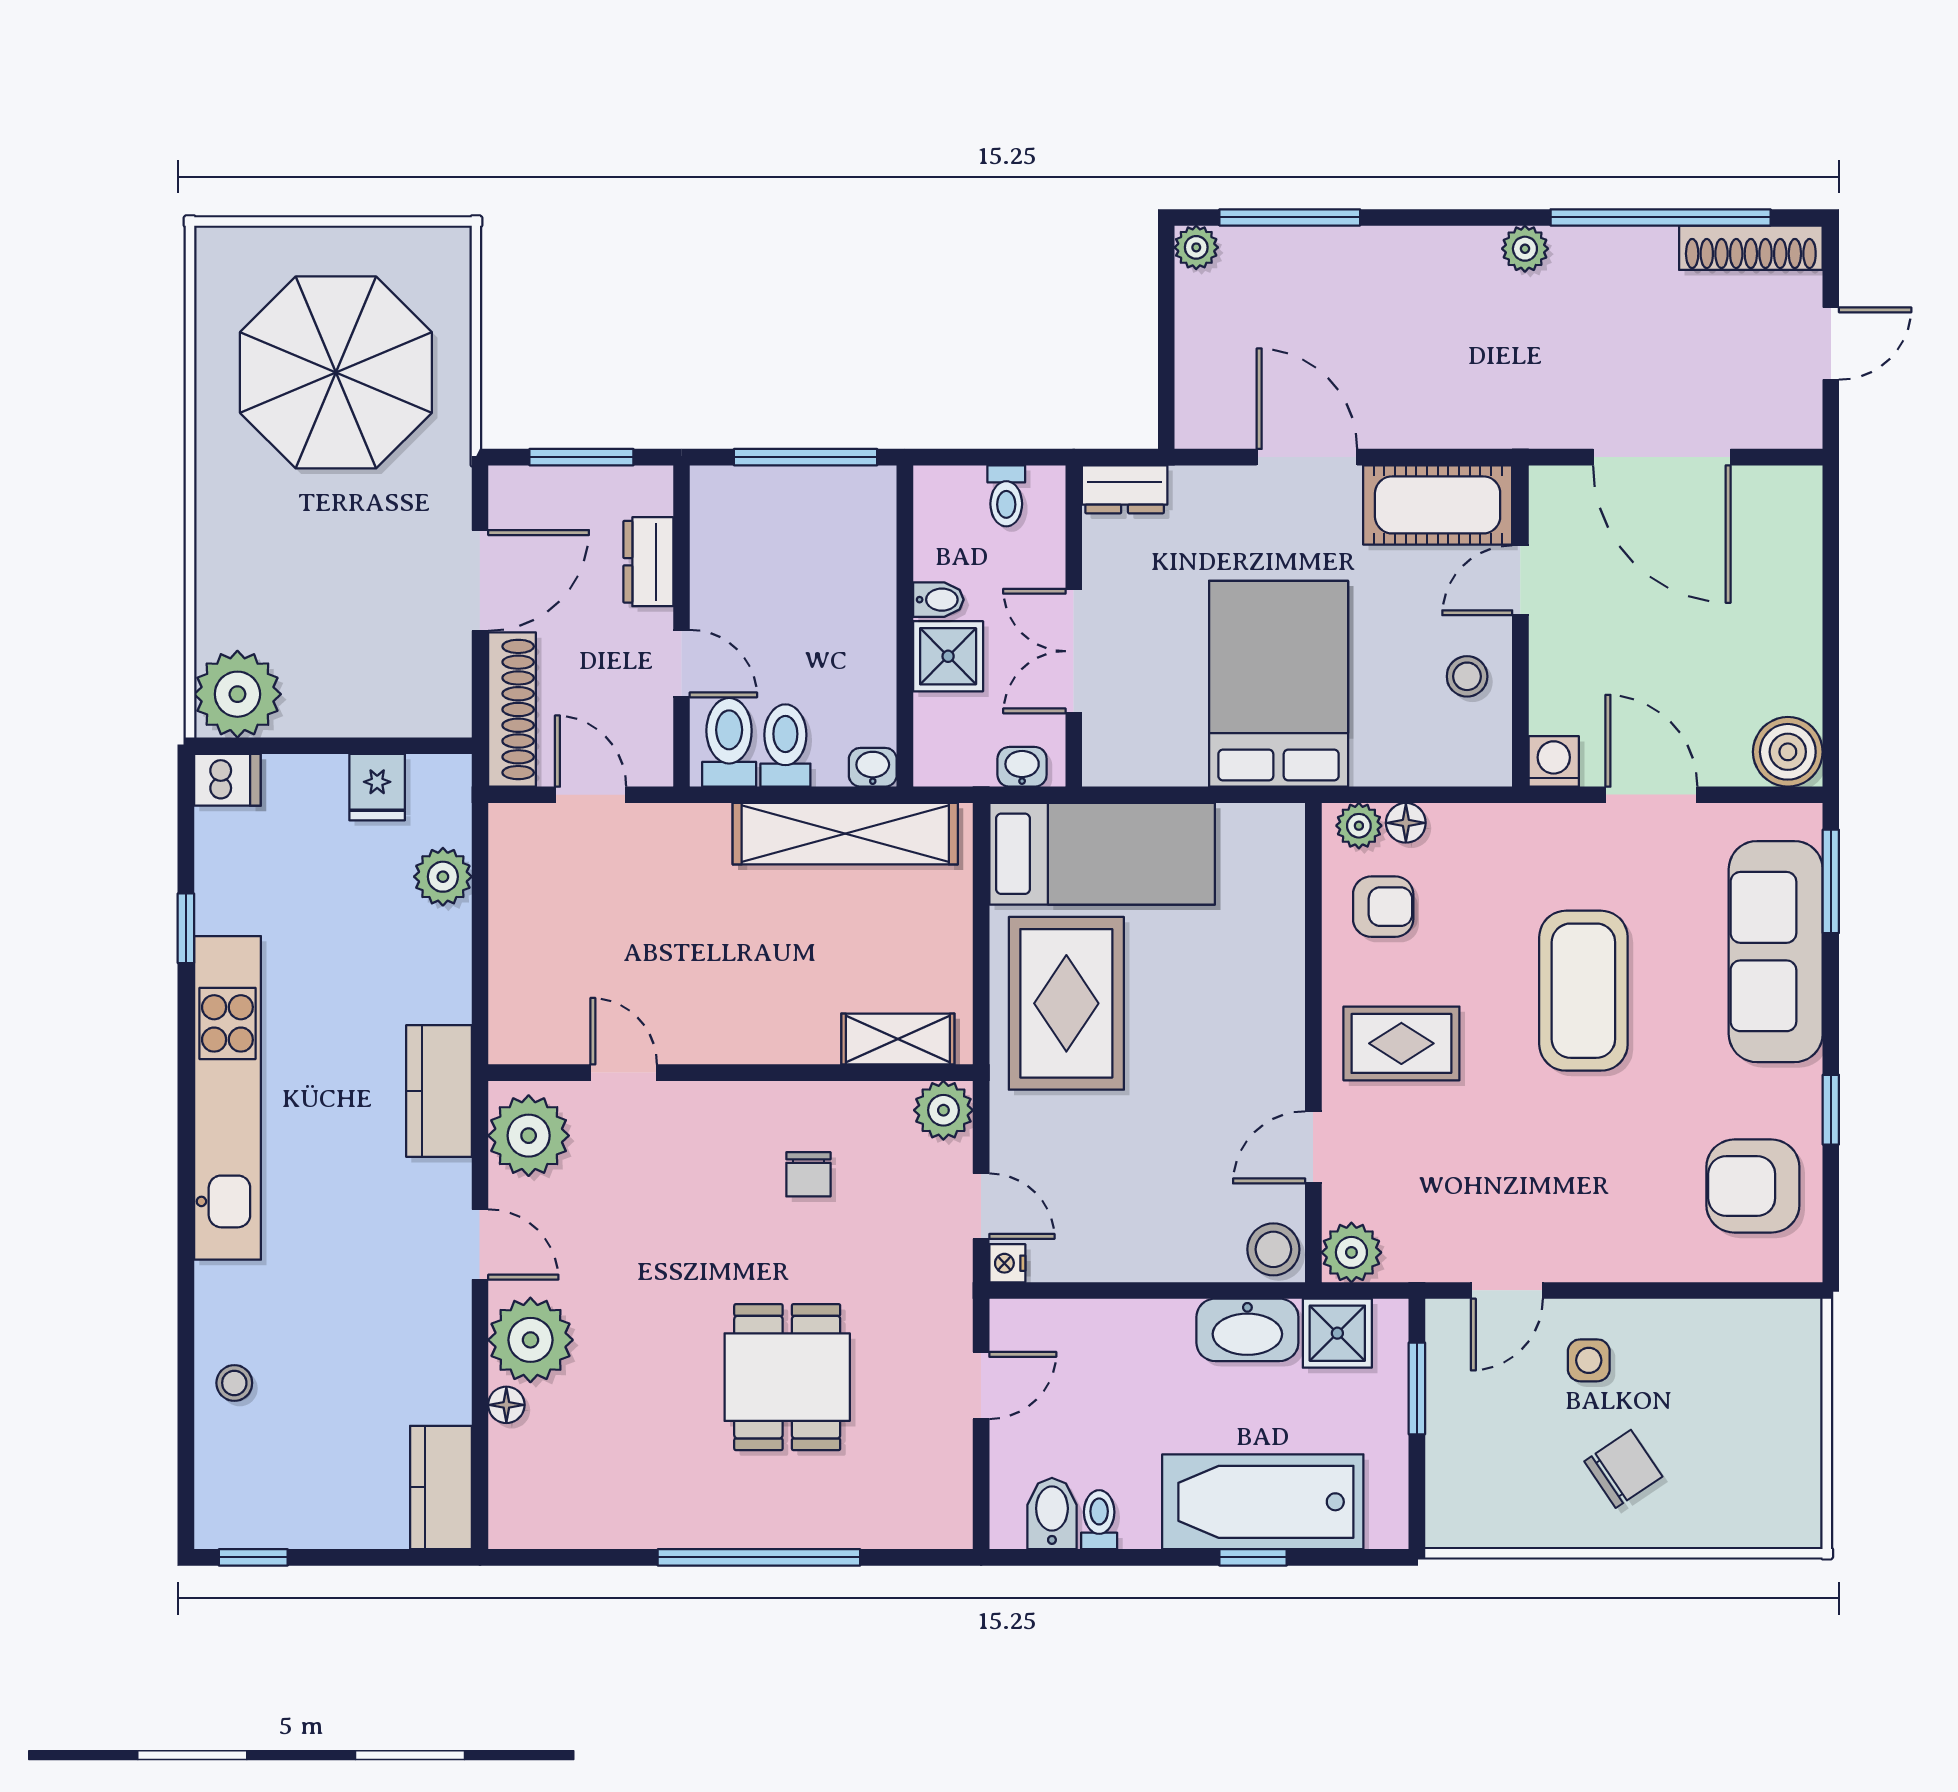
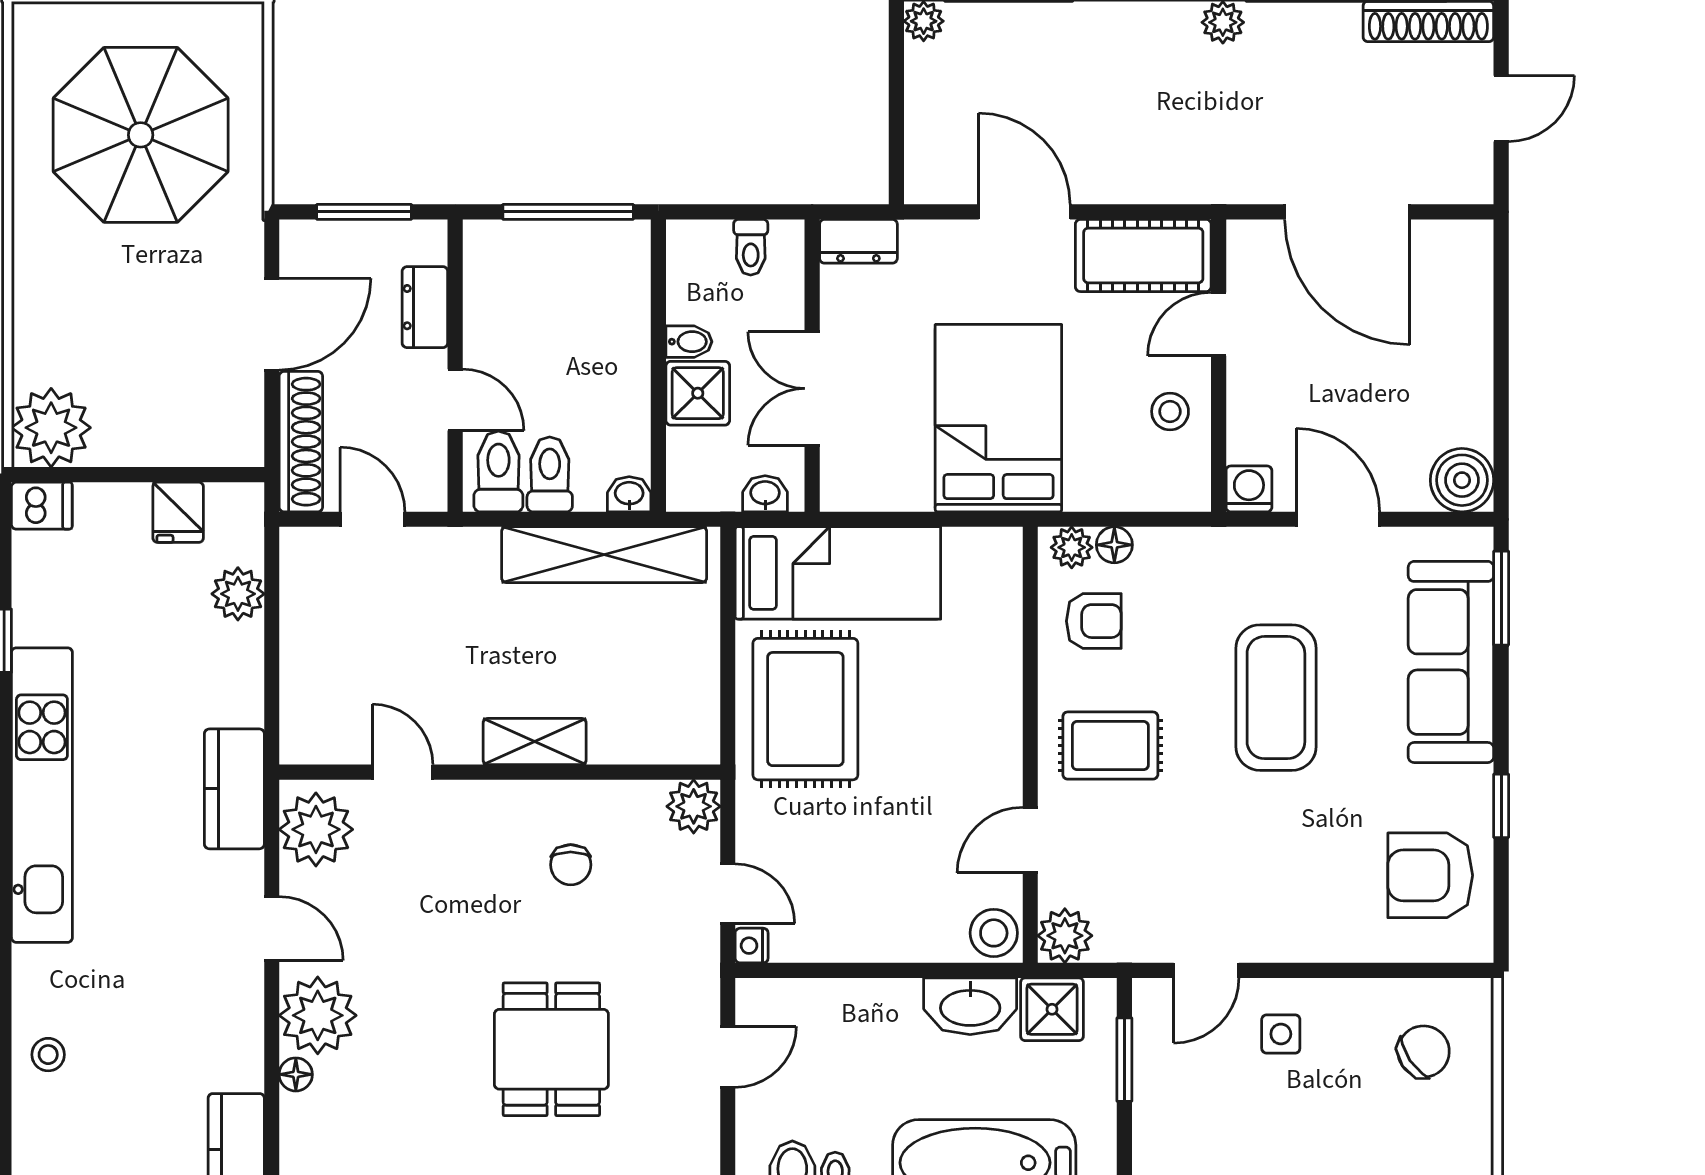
shelving: (898, 1039) -> (535, 741), moved
chair: (1623, 1469) -> (1424, 1051), moved

